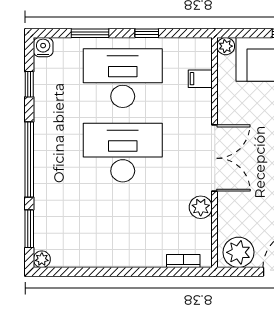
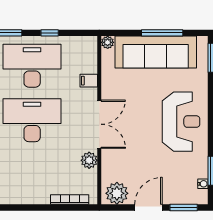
filing cabinet: (200, 79) -> (89, 81), moved
bookcase: (183, 261) -> (70, 200), width x1.56

